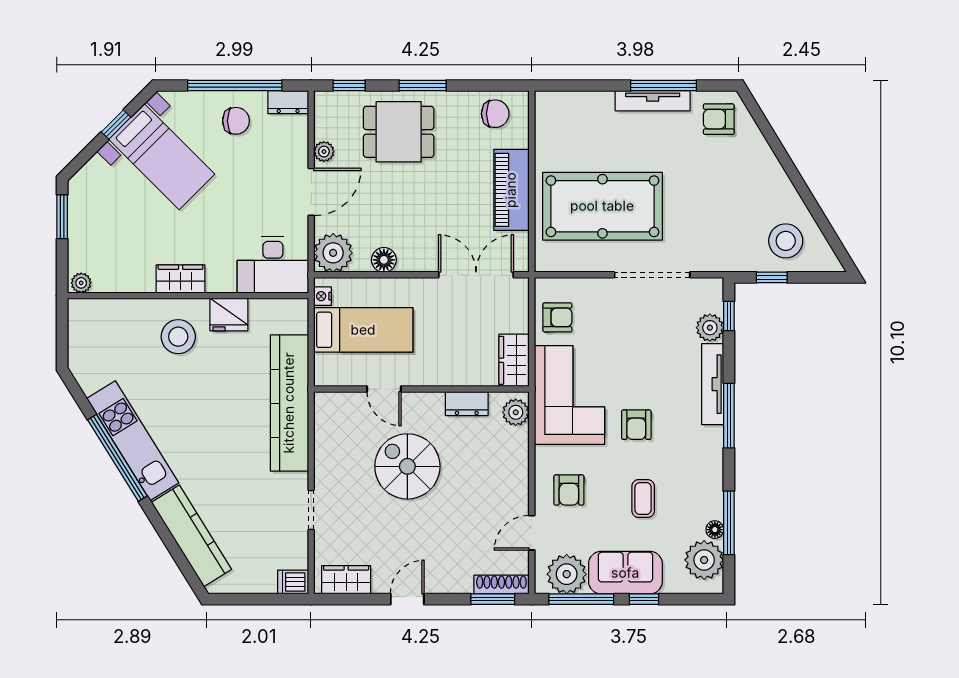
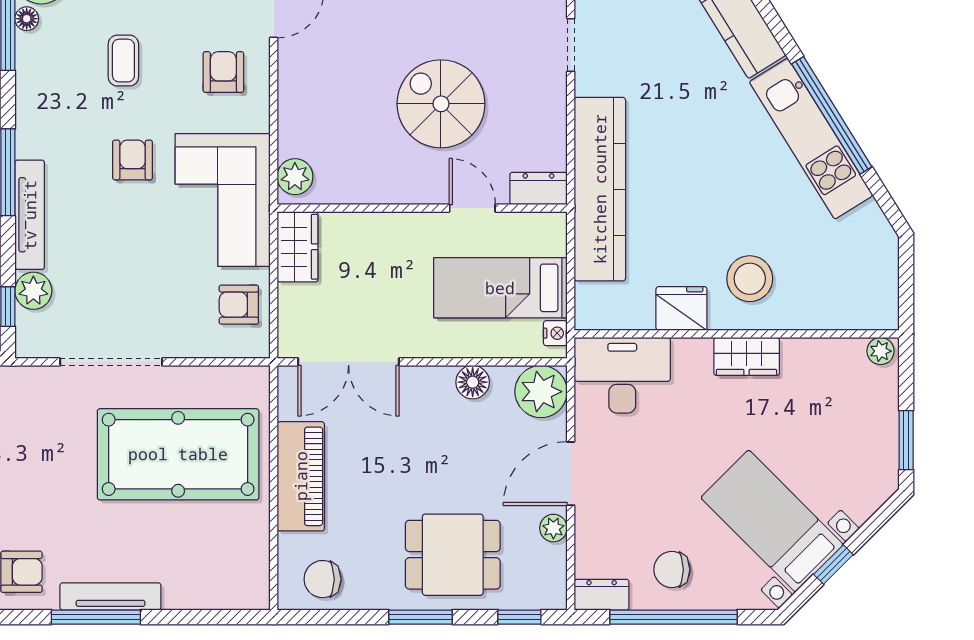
dresser: (467, 404) -> (538, 188), moved
spiral stairs: (407, 466) -> (441, 104), turned 180

